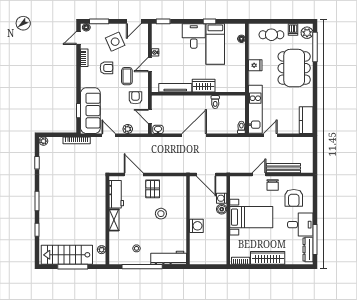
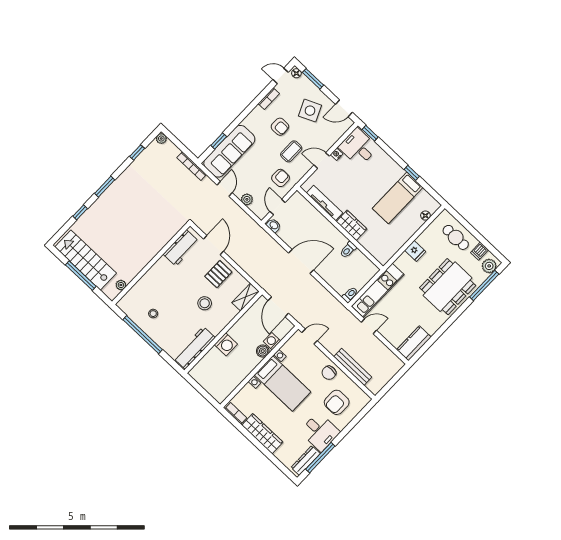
desk: (194, 36) -> (358, 147), moved, turned -90
door: (259, 175) -> (310, 337), moved
shelving: (114, 220) -> (245, 297), moved
workbench: (169, 258) -> (194, 348), moved, turned -90

